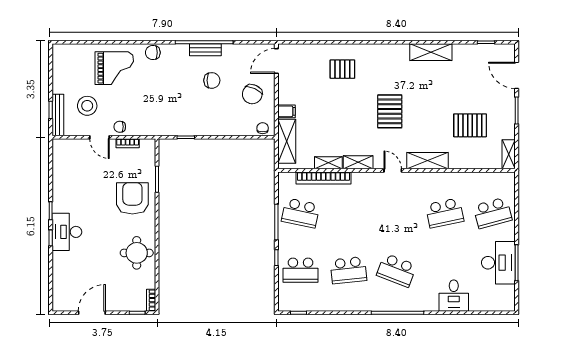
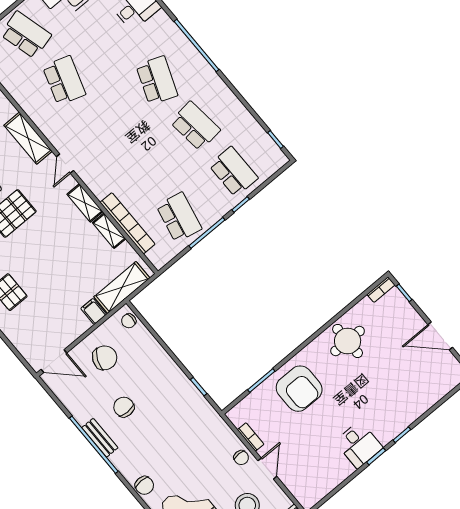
armchair: (132, 198) -> (299, 389), turned -90
school desk: (445, 213) -> (64, 80), turned 30
desk: (67, 232) -> (359, 445), moved, width x0.73

